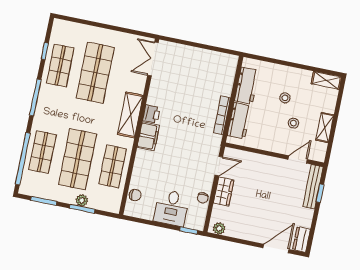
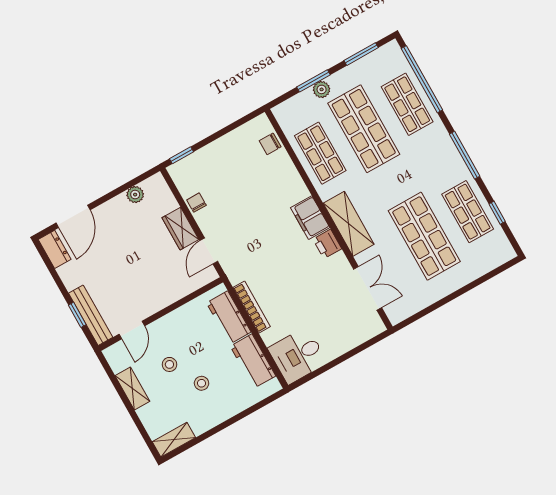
double door: (153, 59) -> (368, 288), moved
desk: (172, 208) -> (298, 355), moved, turned -90
plant: (219, 228) -> (135, 195), moved

